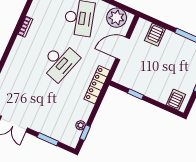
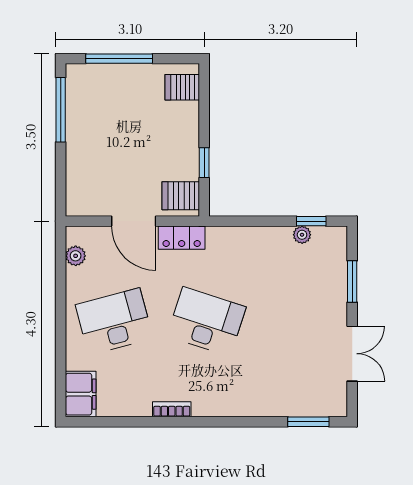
plant: (117, 18) -> (76, 256), width x0.53, depth x0.53
server rack: (155, 35) -> (181, 196), moved, turned 180
locker: (97, 85) -> (182, 238), moved, width x0.66

